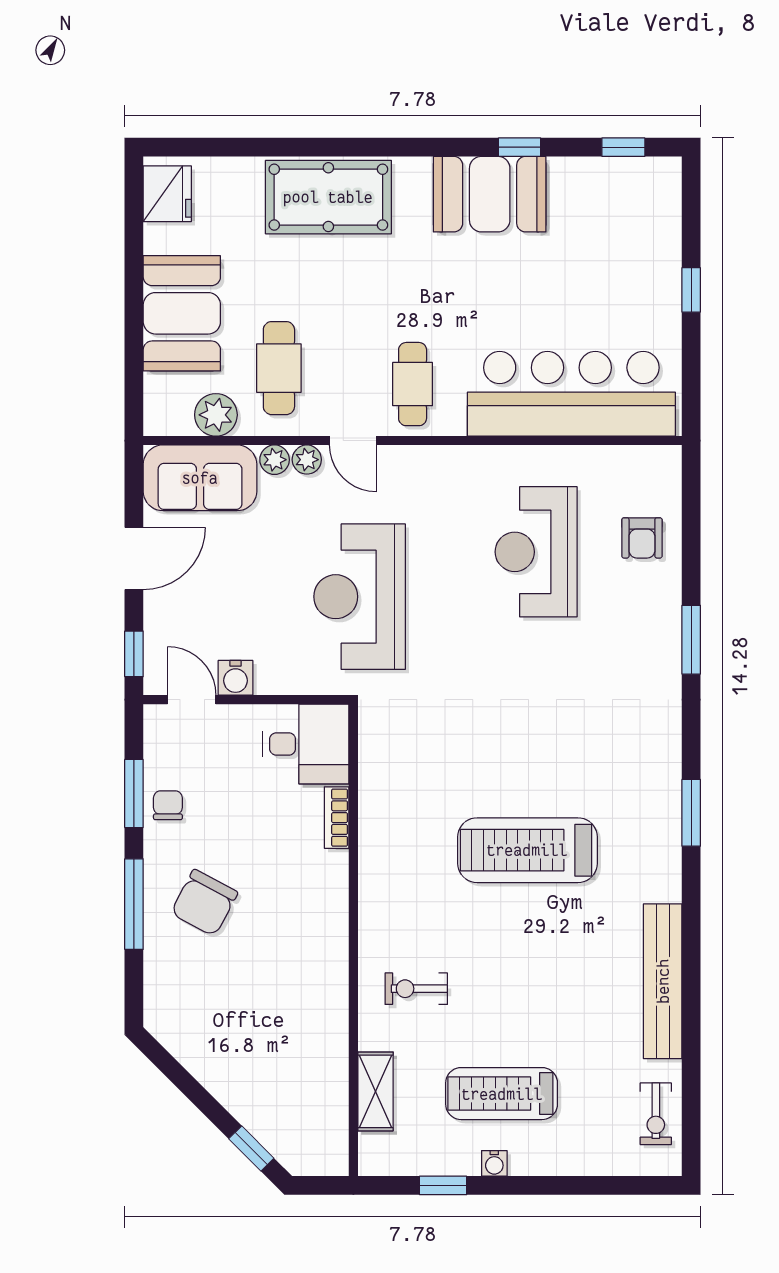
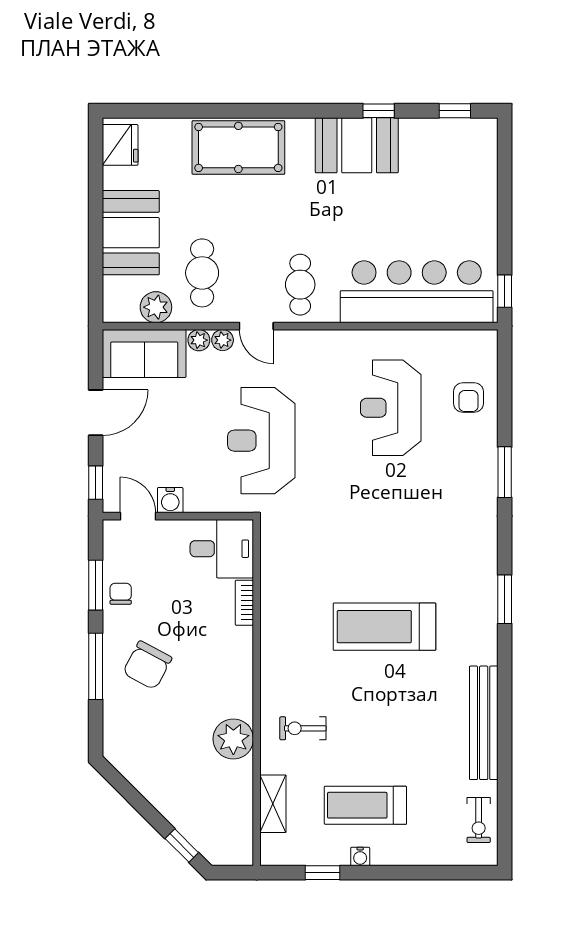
window: (691, 290) -> (505, 291), moved
plant: (321, 1003) -> (233, 739), added

